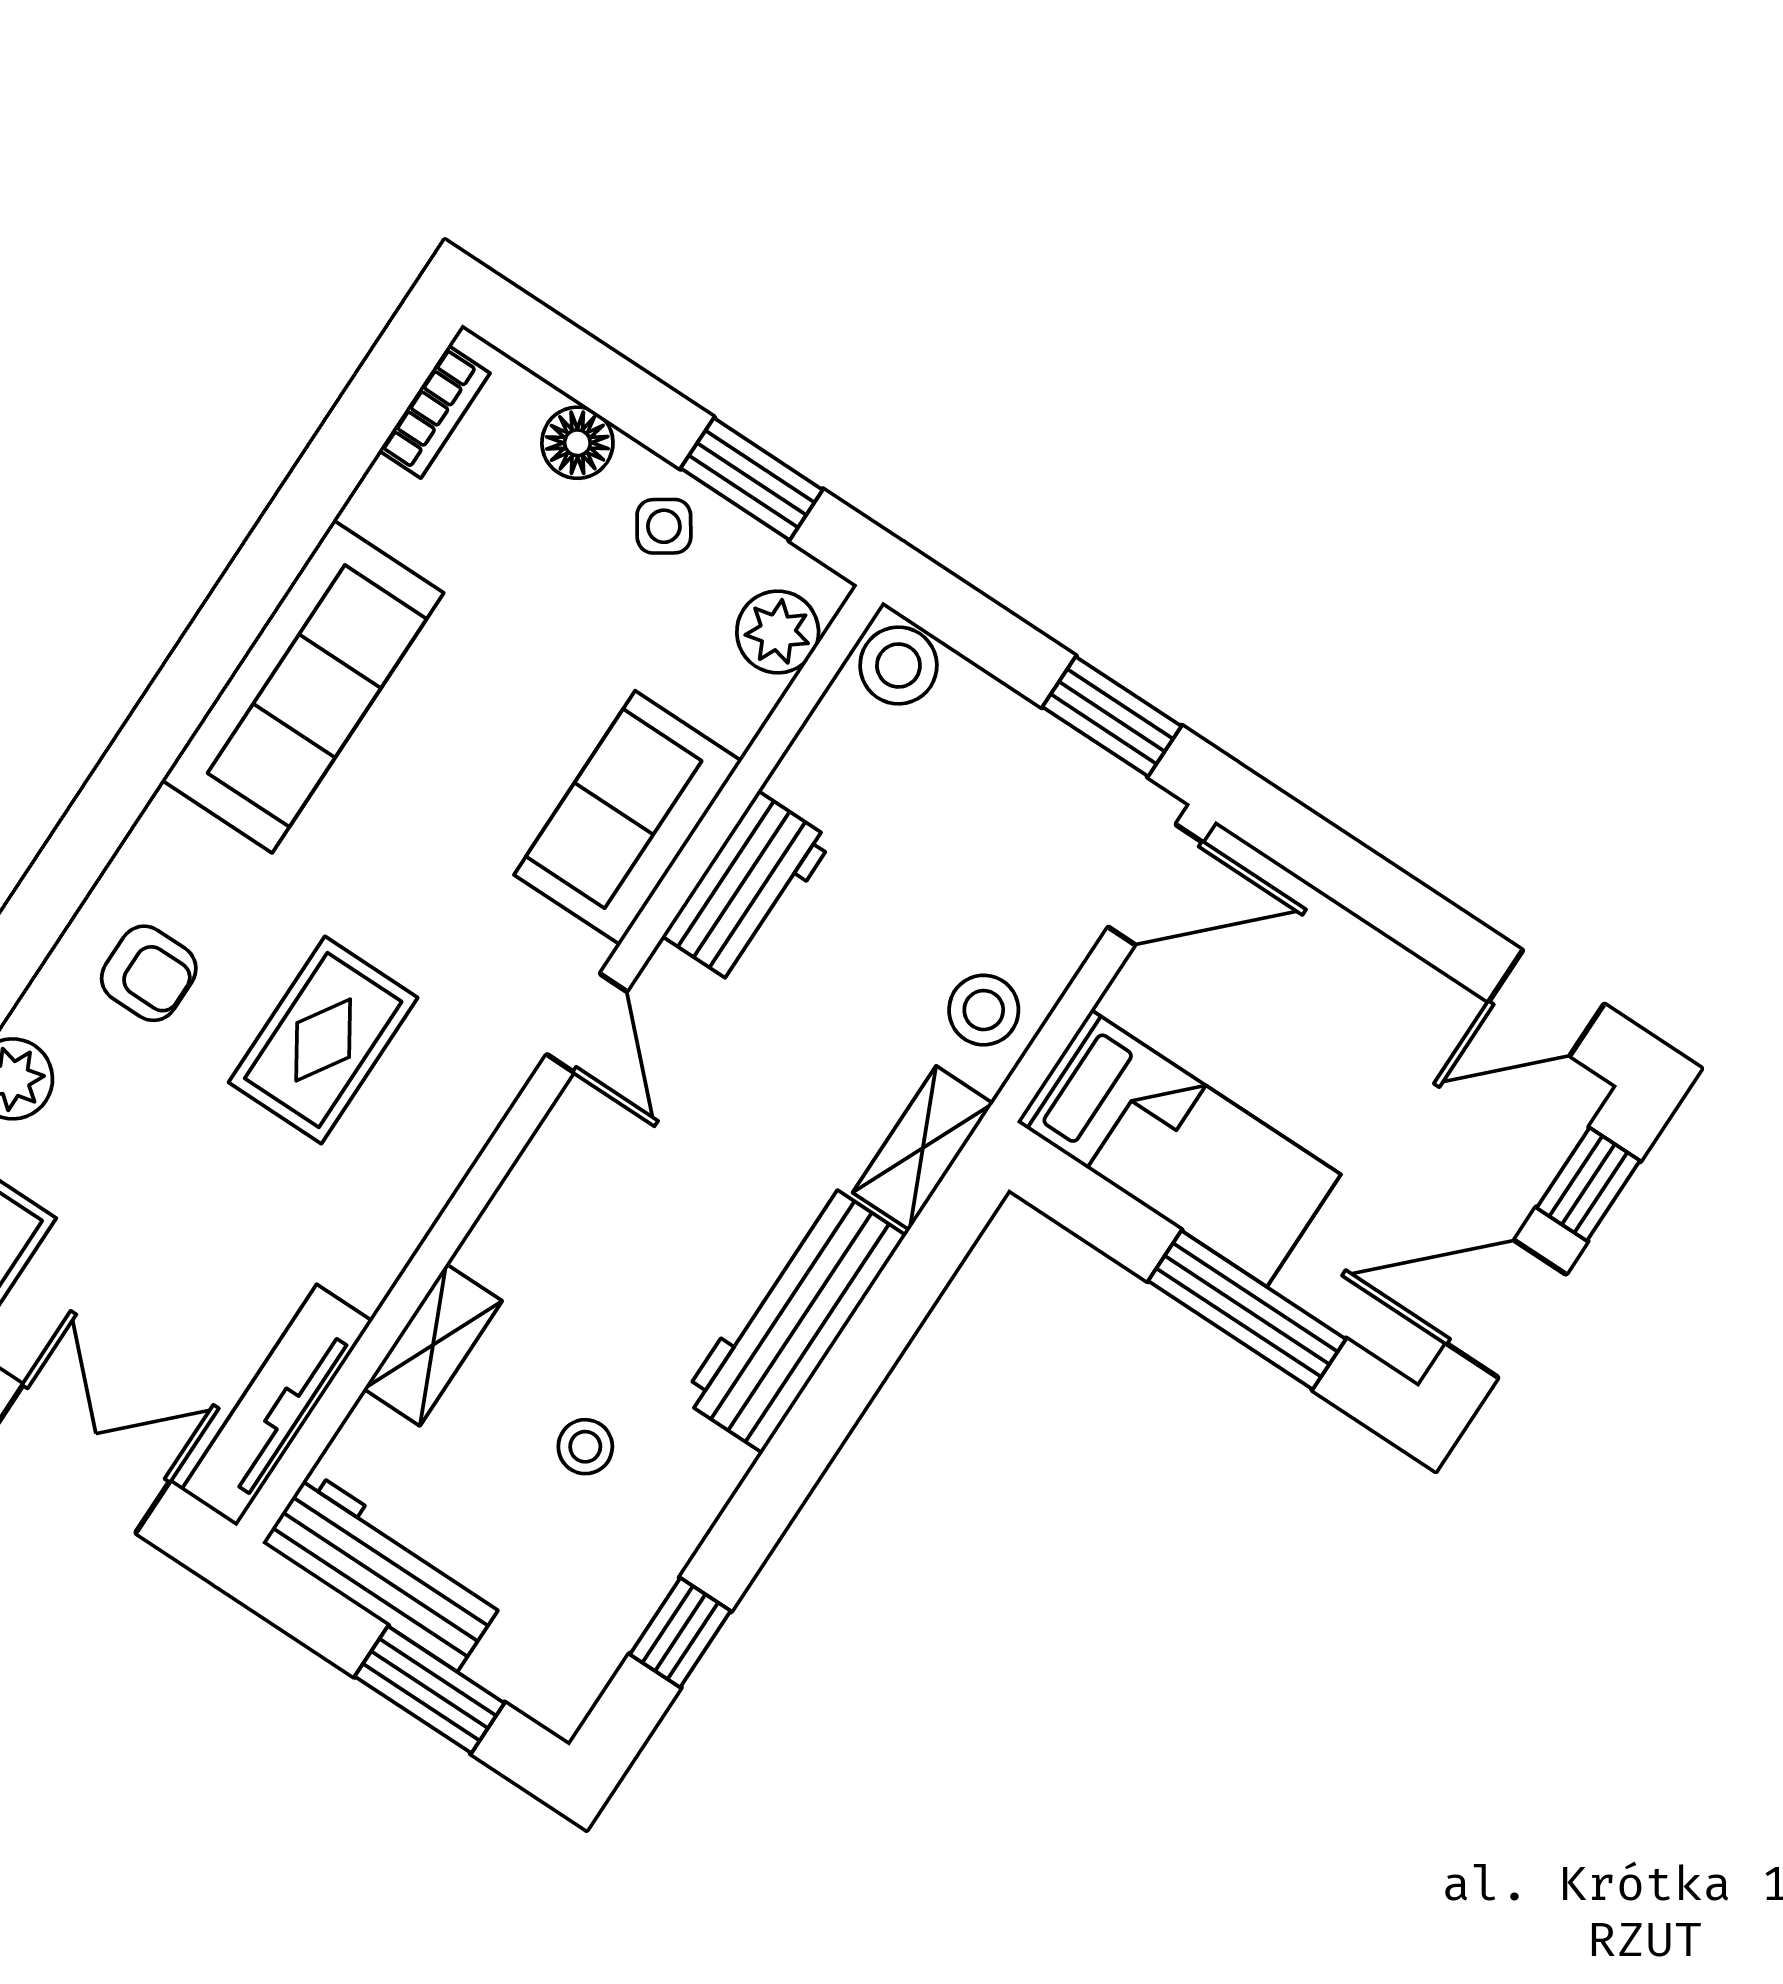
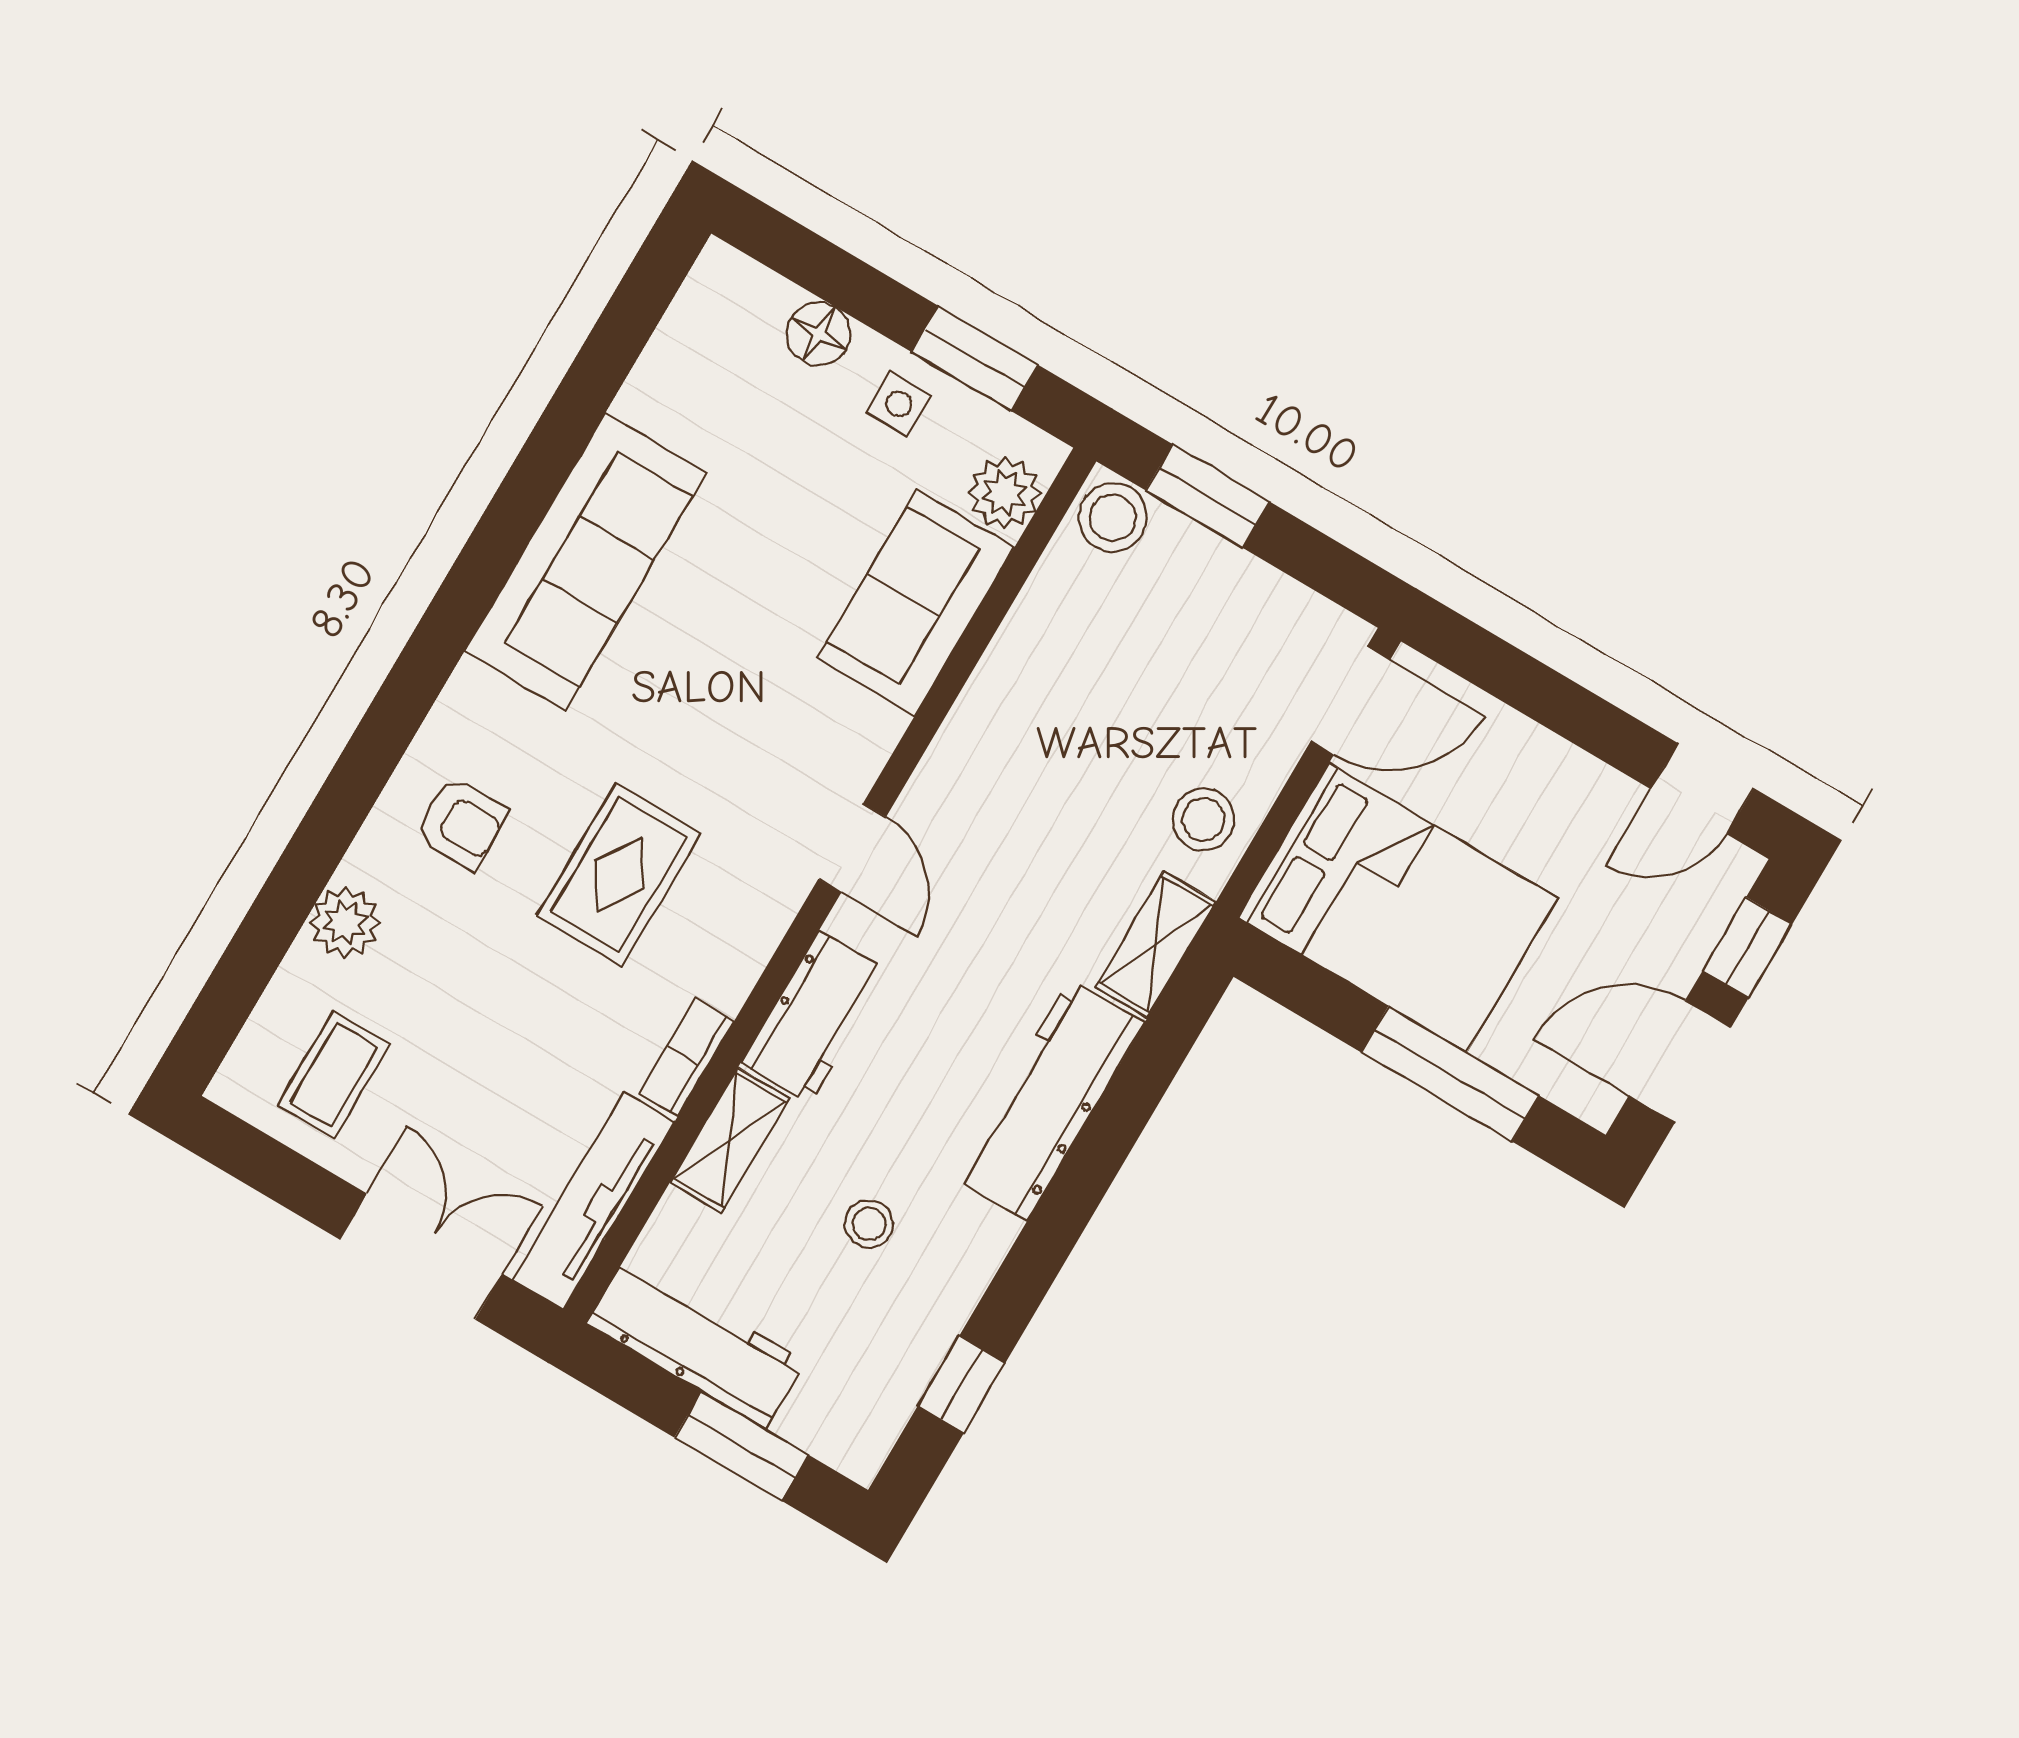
bookcase: (434, 412) -> (687, 1057), moved, turned 180
side table: (664, 526) -> (899, 404), turned 34
window: (1112, 716) -> (1208, 496), moved
sofa: (628, 818) -> (916, 603), moved
workbench: (748, 888) -> (814, 1017), moved
bed: (1179, 1148) -> (1398, 908), width x1.50

